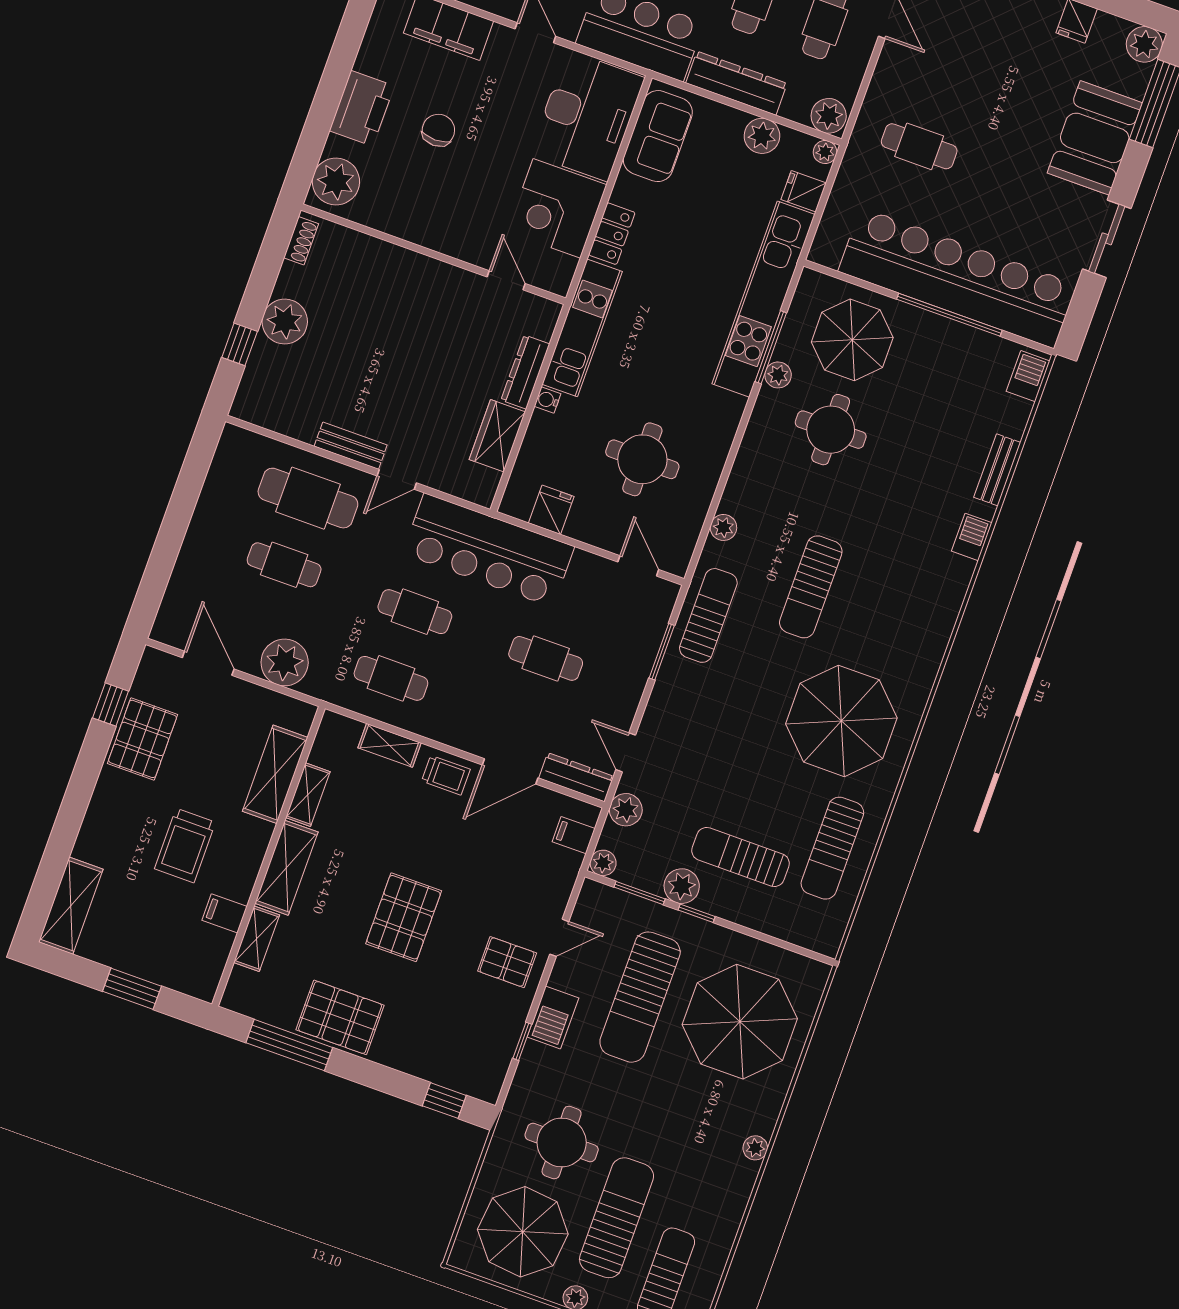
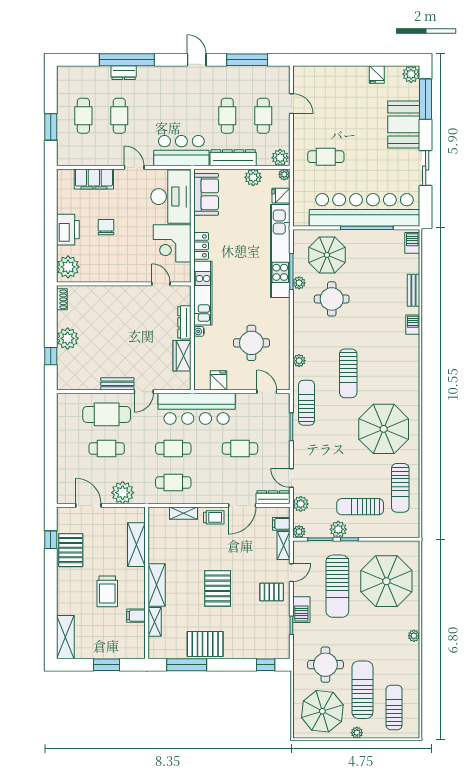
shelving: (308, 795) -> (284, 546), moved

